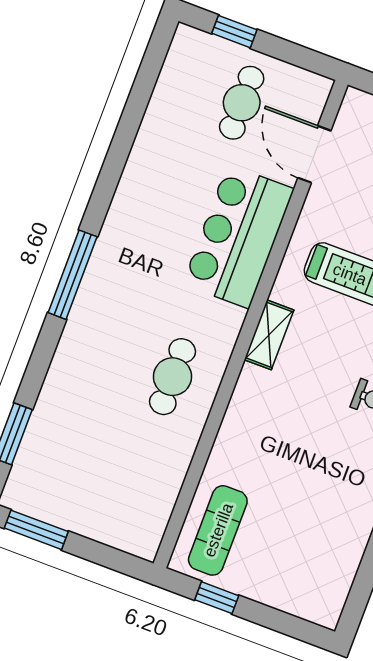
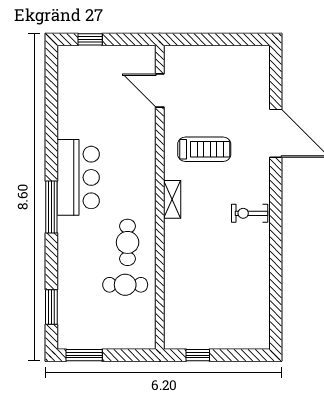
cafe table: (242, 103) -> (125, 285), moved, turned 90
bar counter: (238, 236) -> (78, 177), moved, turned 180
exercise mat: (218, 530) -> (184, 318), removed

